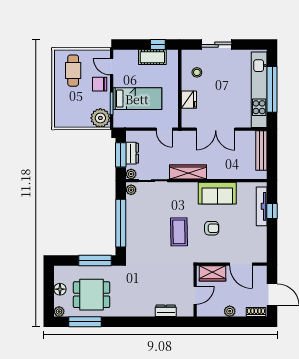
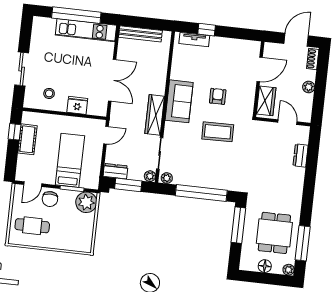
kitchen unit: (259, 90) -> (86, 30), width x0.73
dresser: (132, 153) -> (115, 171), moved
sofa: (217, 193) -> (179, 101), moved
tv unit: (262, 206) -> (194, 40), width x0.71

